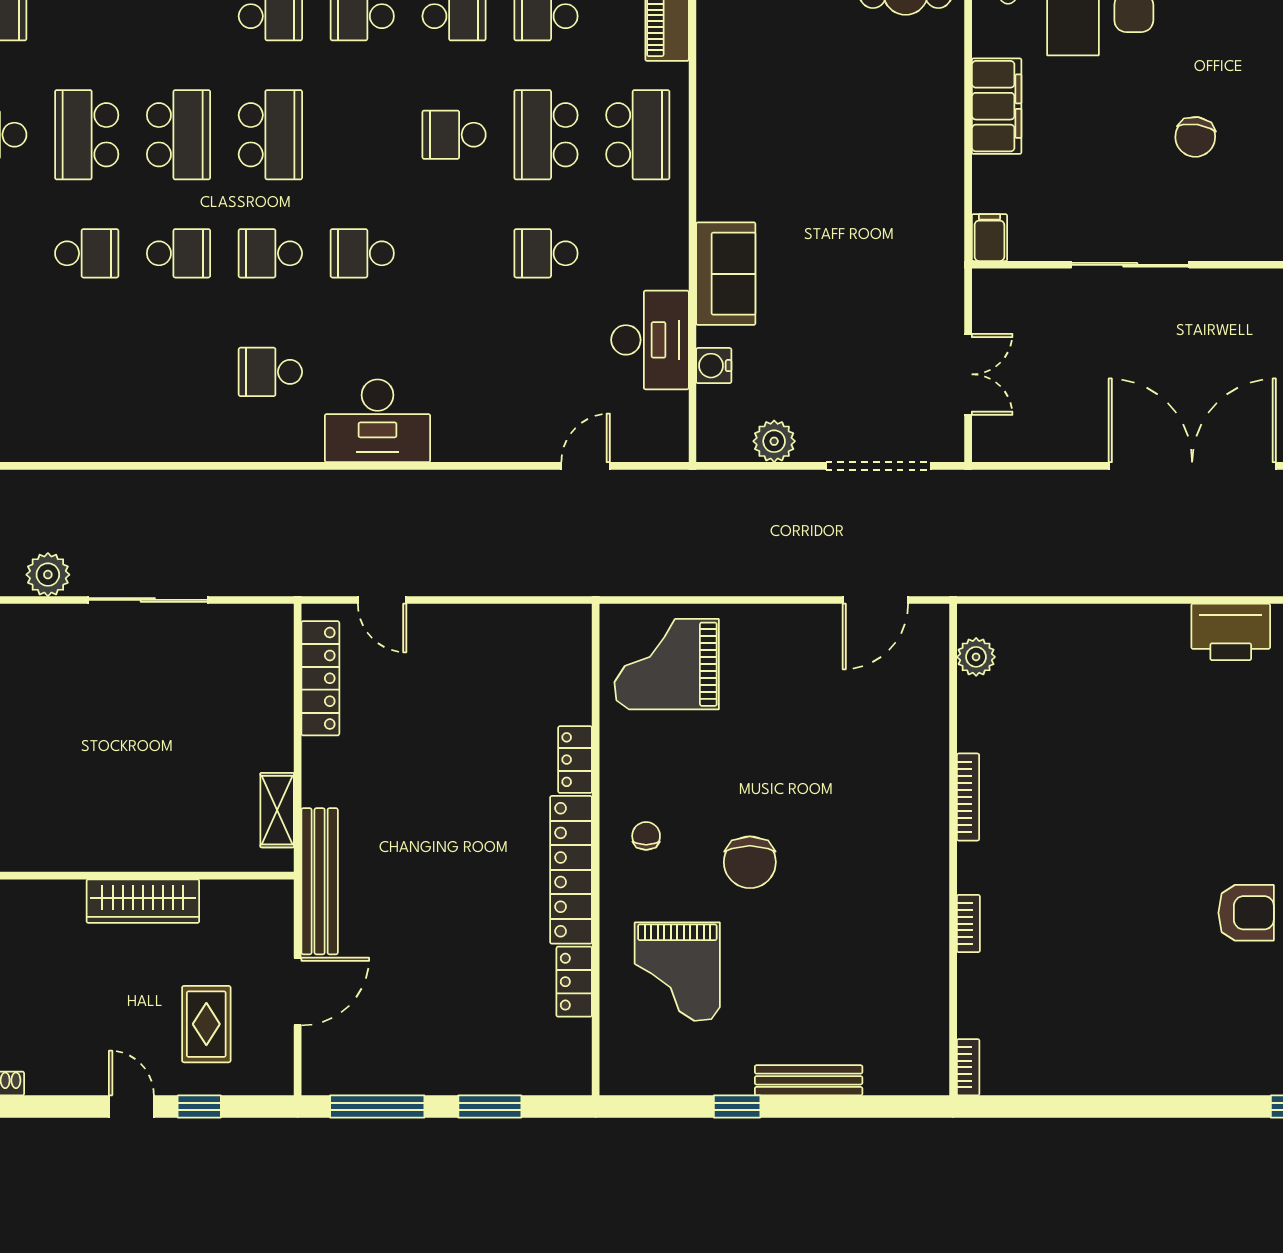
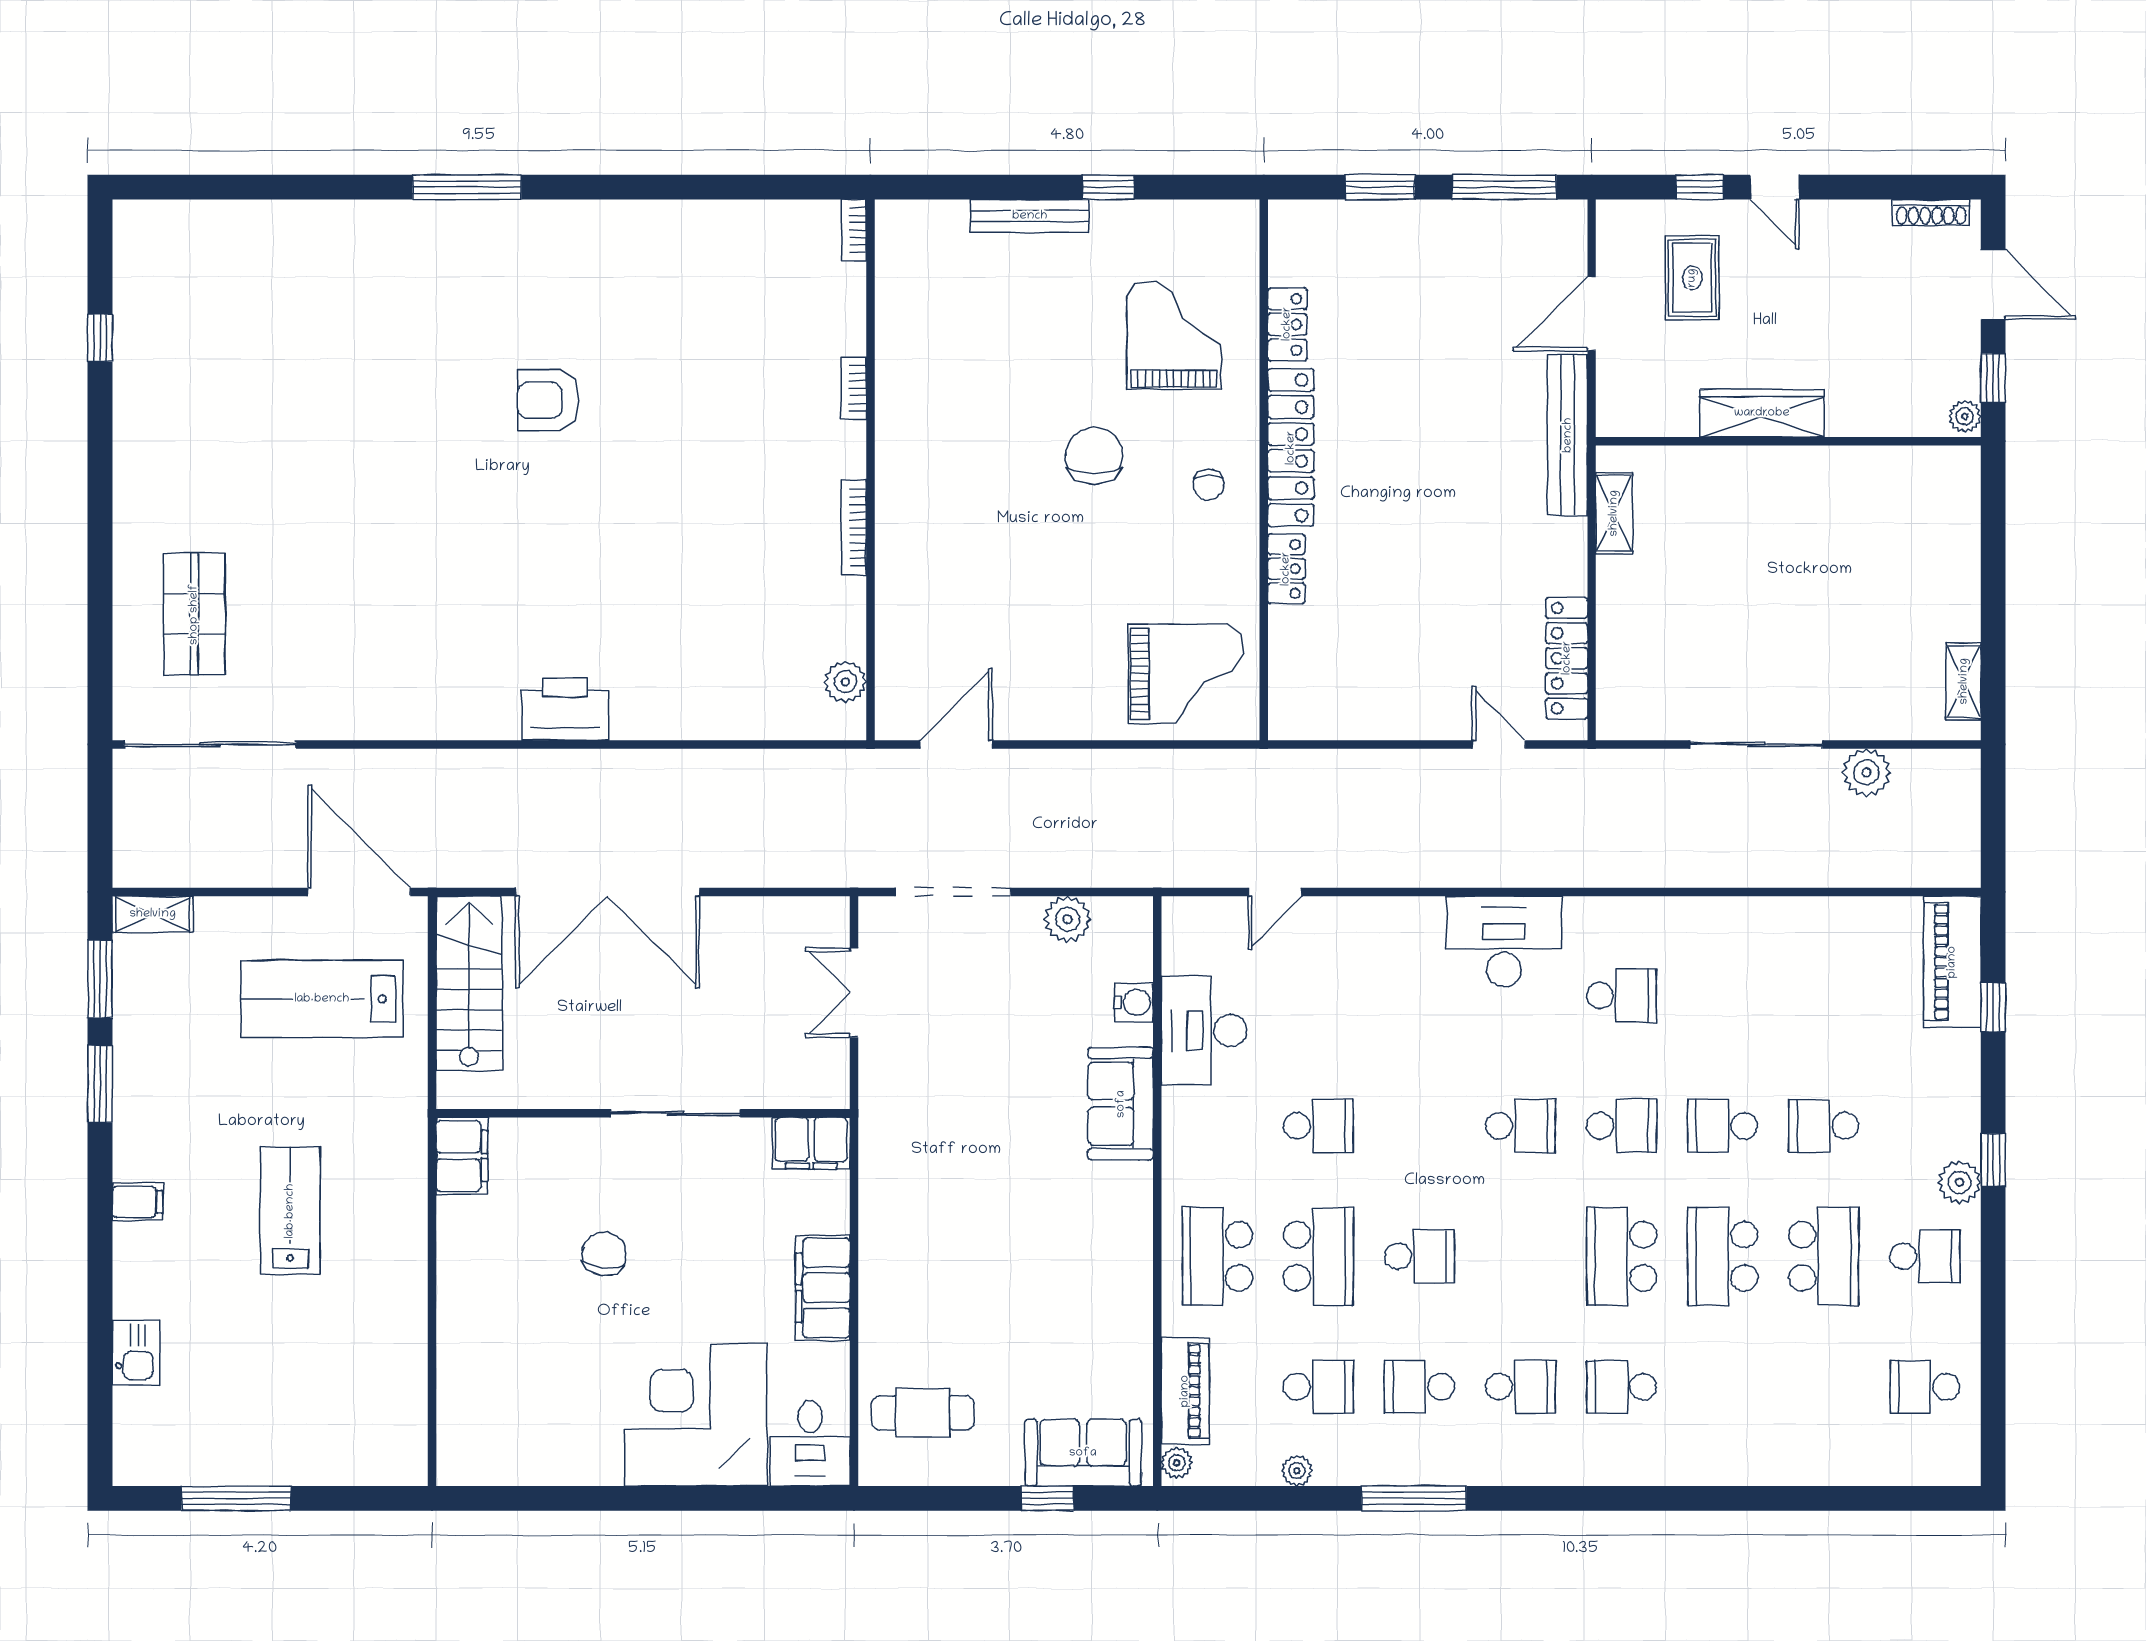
filing cabinet: (989, 238) -> (811, 1143), width x2.00

